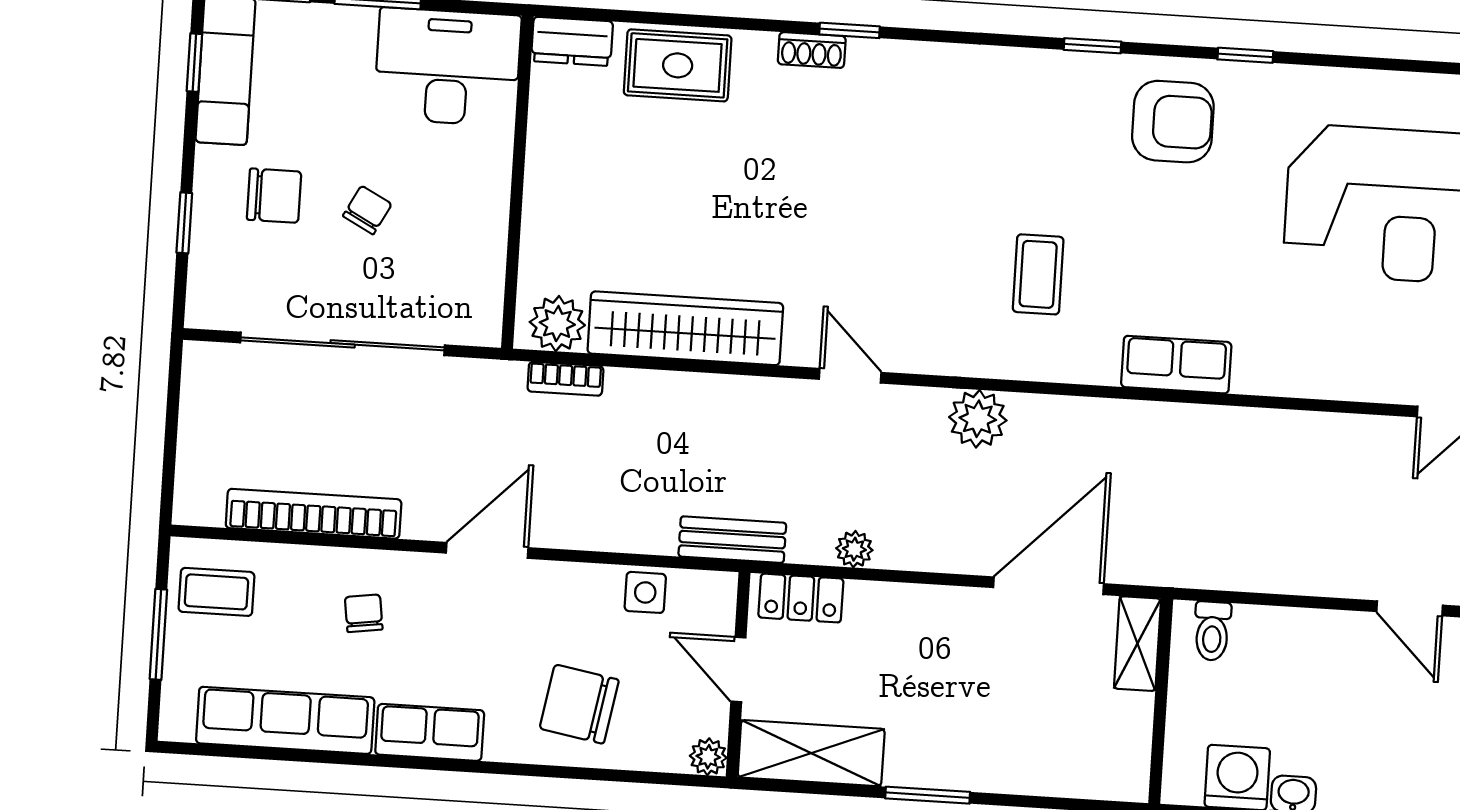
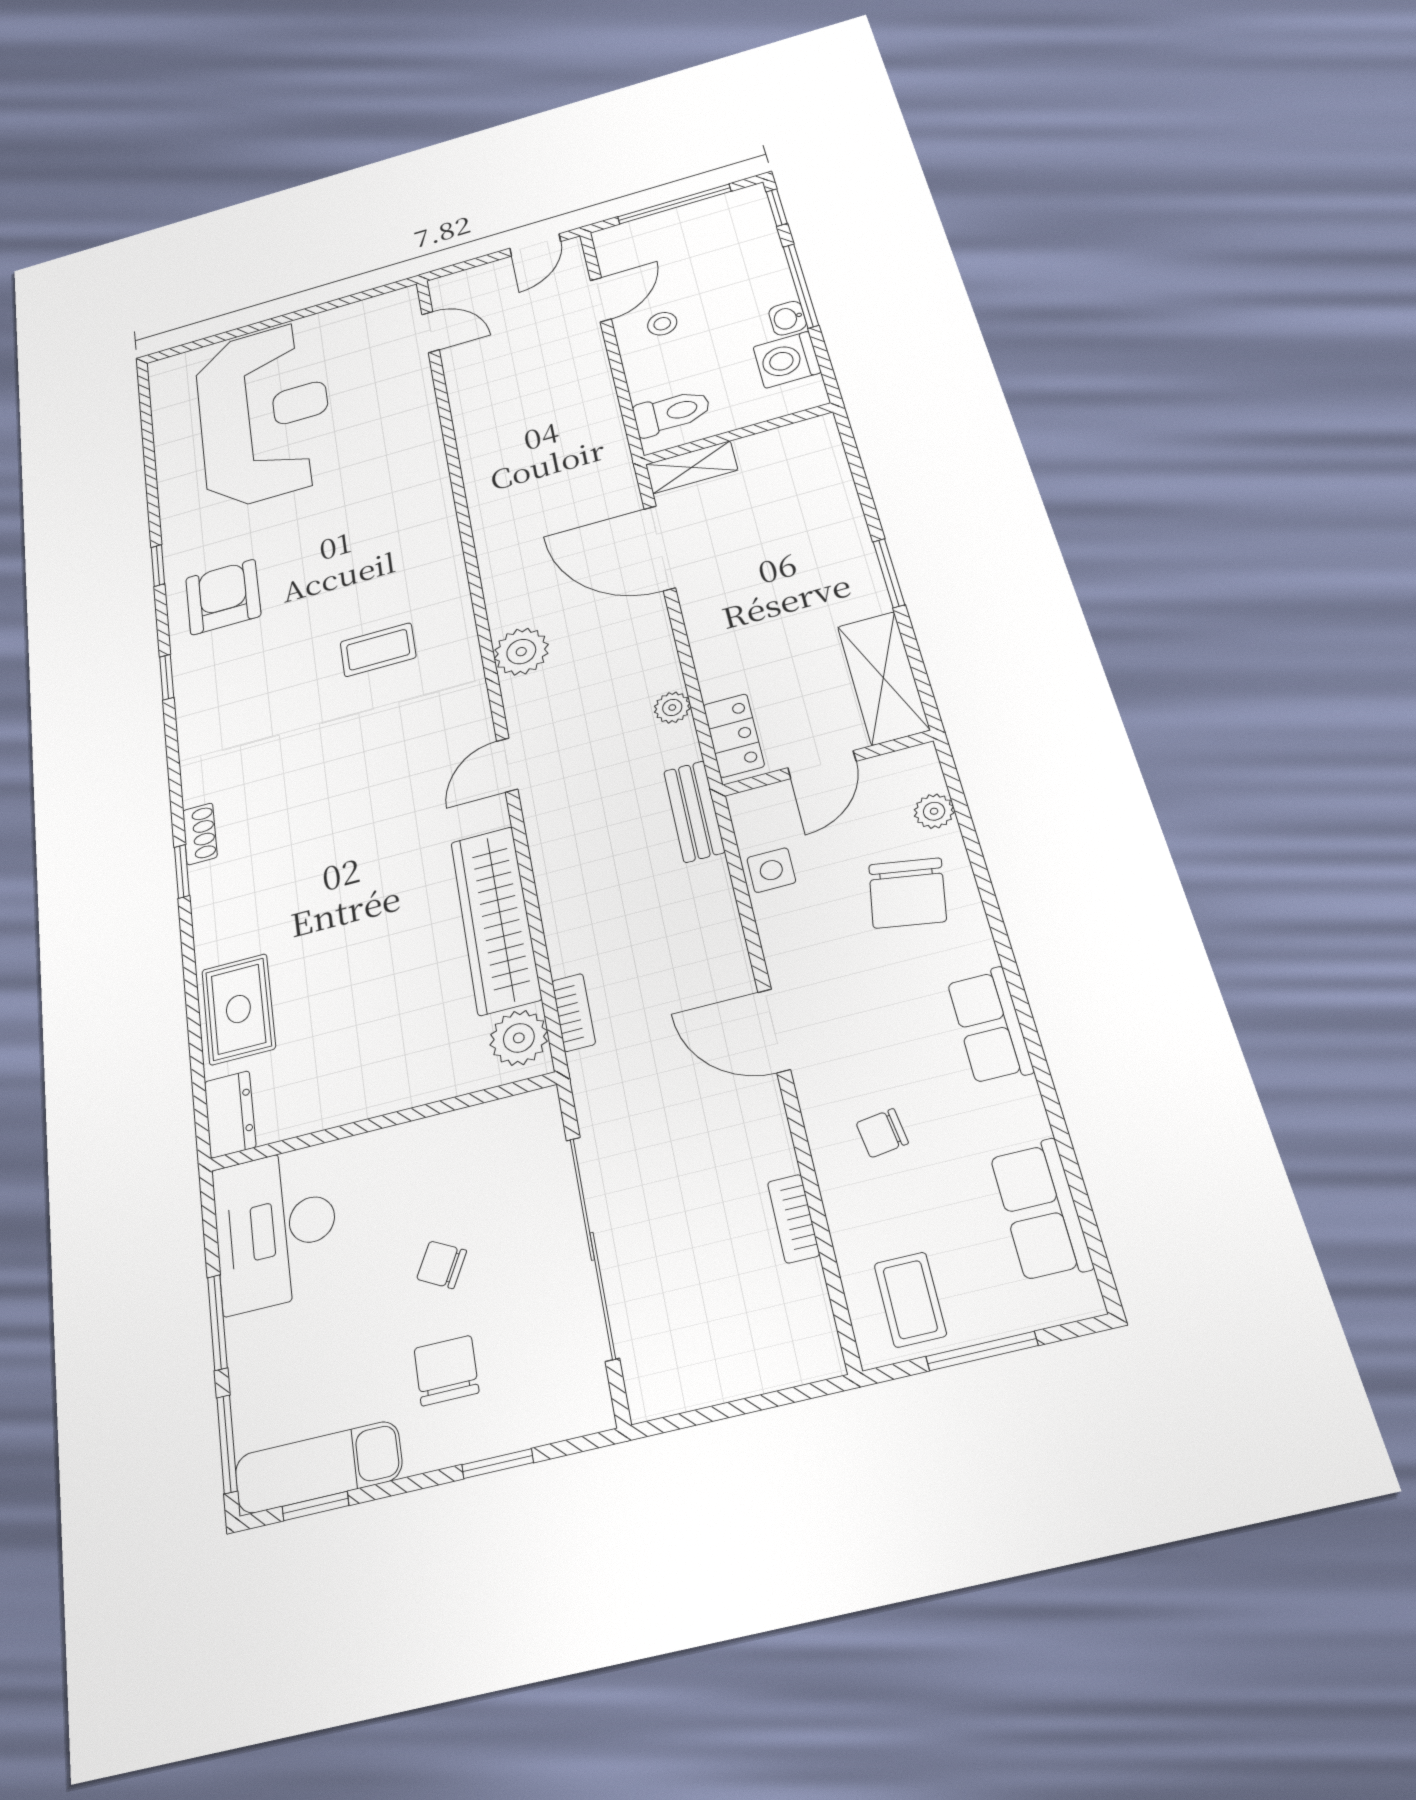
shoe rack: (812, 50) -> (200, 834), moved
row of seats: (1176, 365) -> (435, 524), removed
bookcase: (314, 514) -> (793, 1219), width x0.43, depth x0.76
toilet: (1212, 631) -> (672, 413), width x1.37, depth x1.39
stool: (1345, 664) -> (662, 324), added
row of seats: (285, 720) -> (1041, 1210), width x0.68
plant: (708, 757) -> (934, 811), moved

